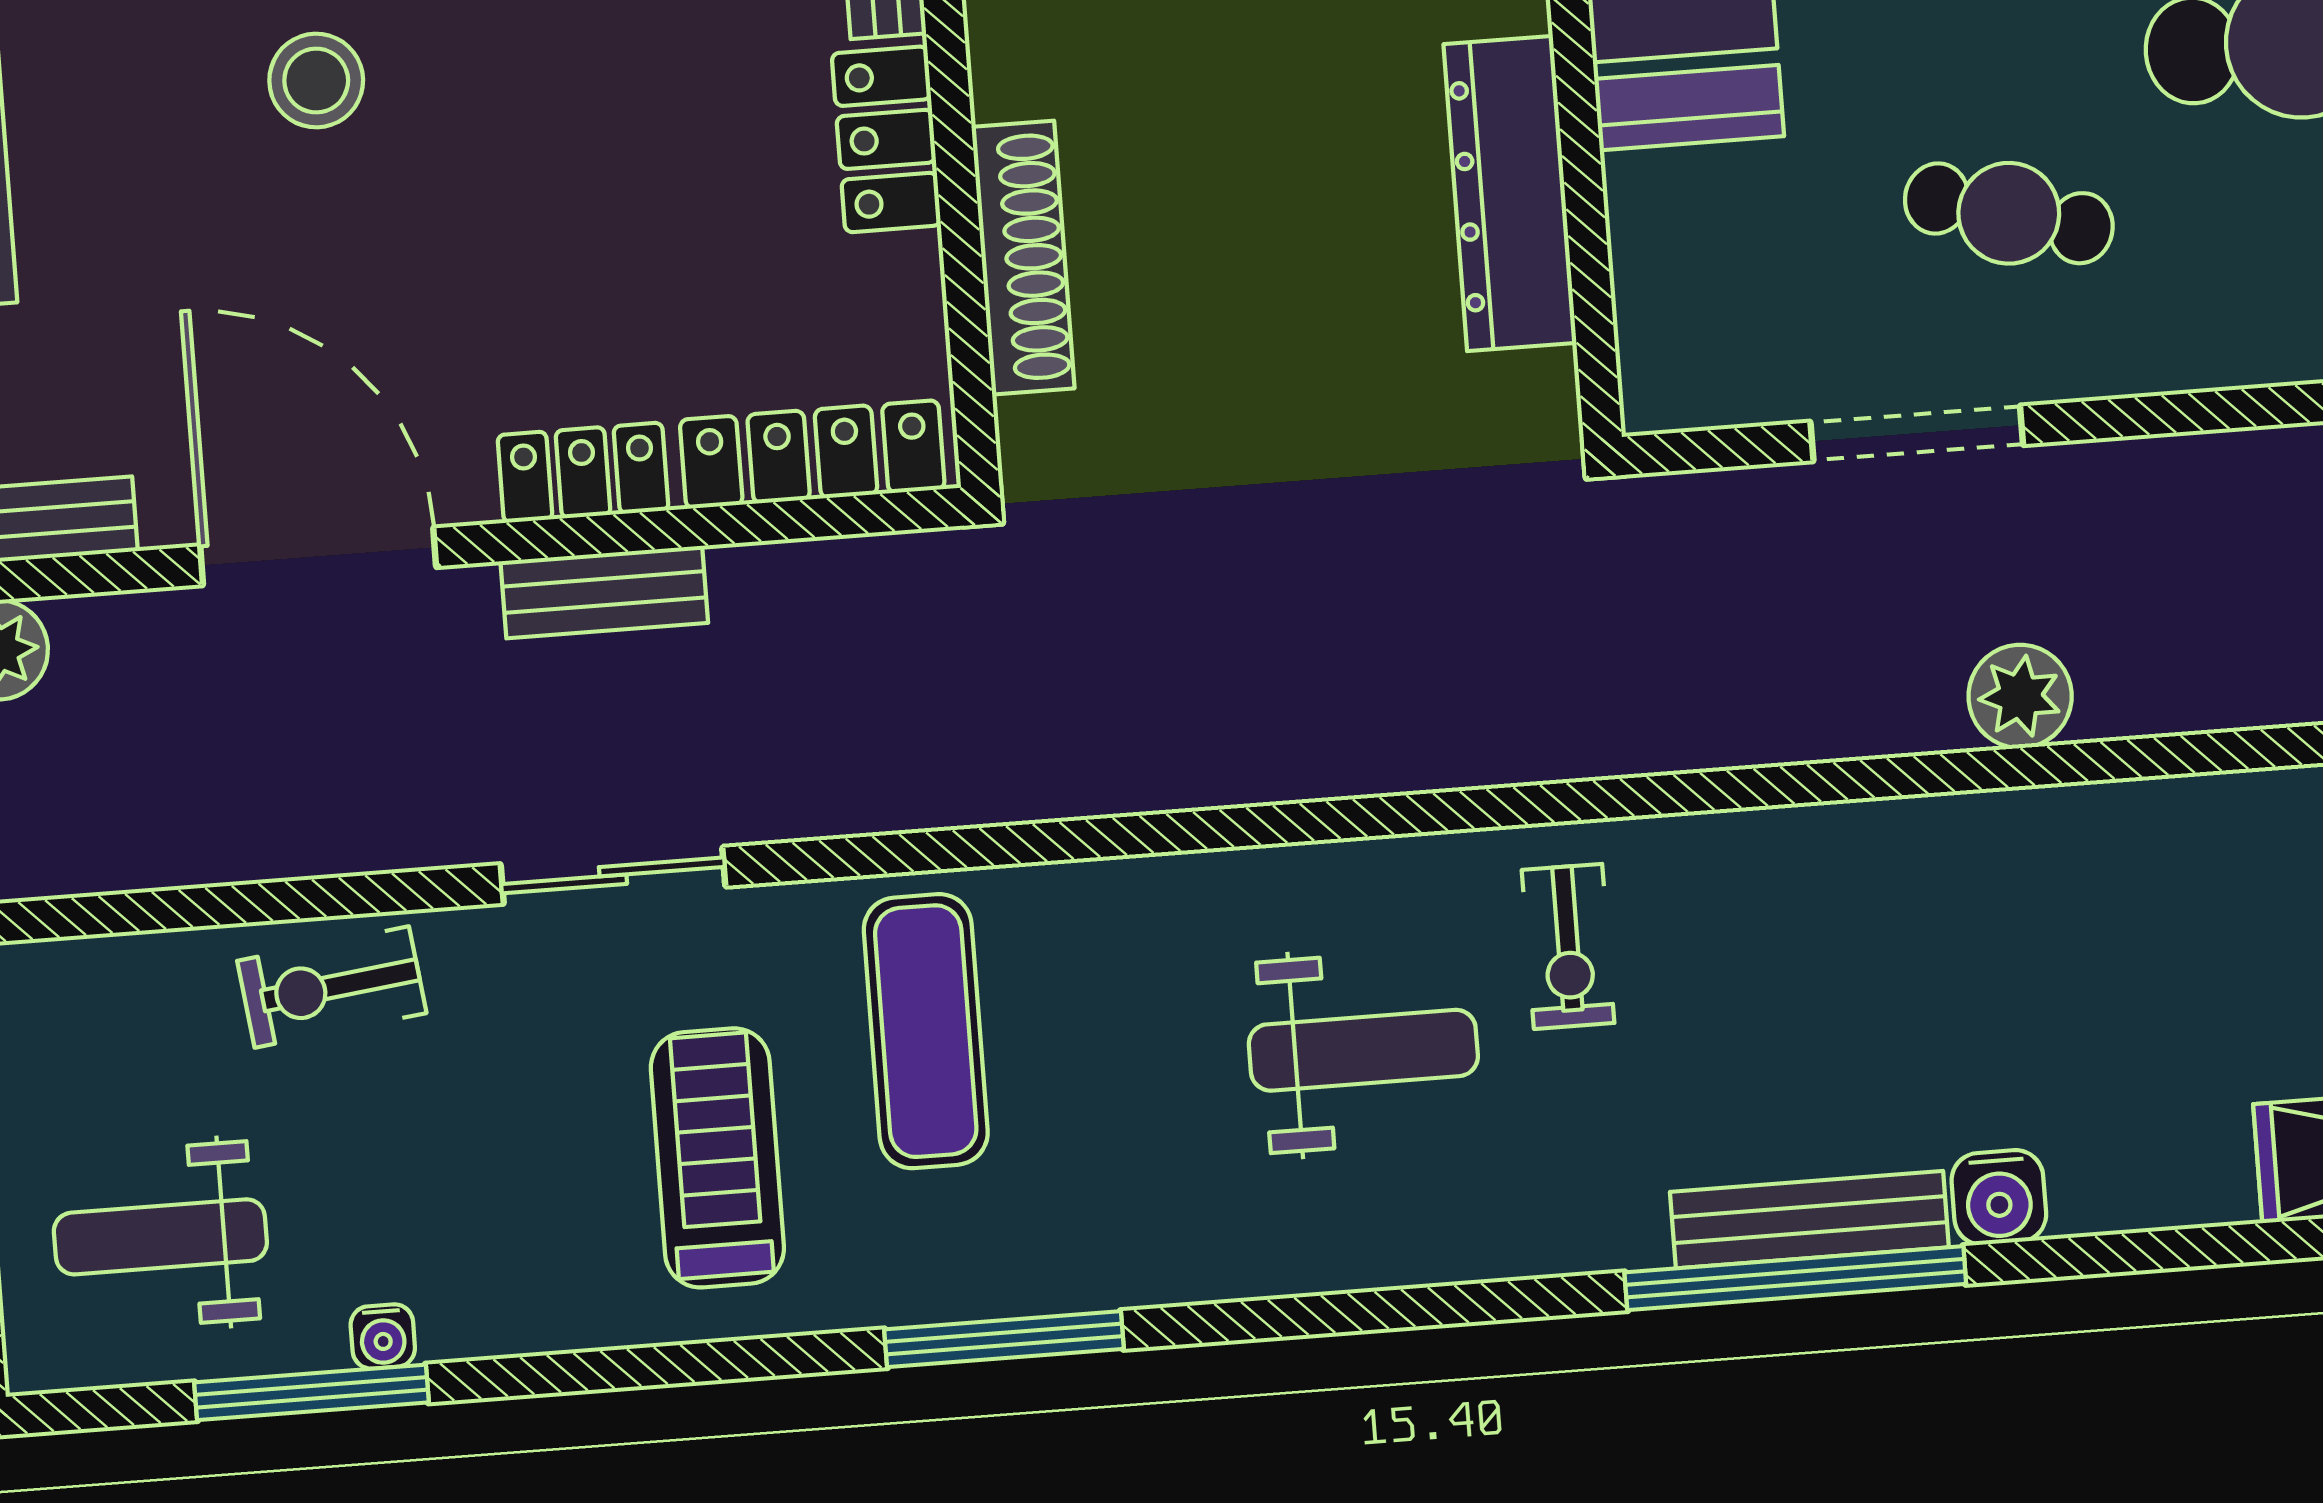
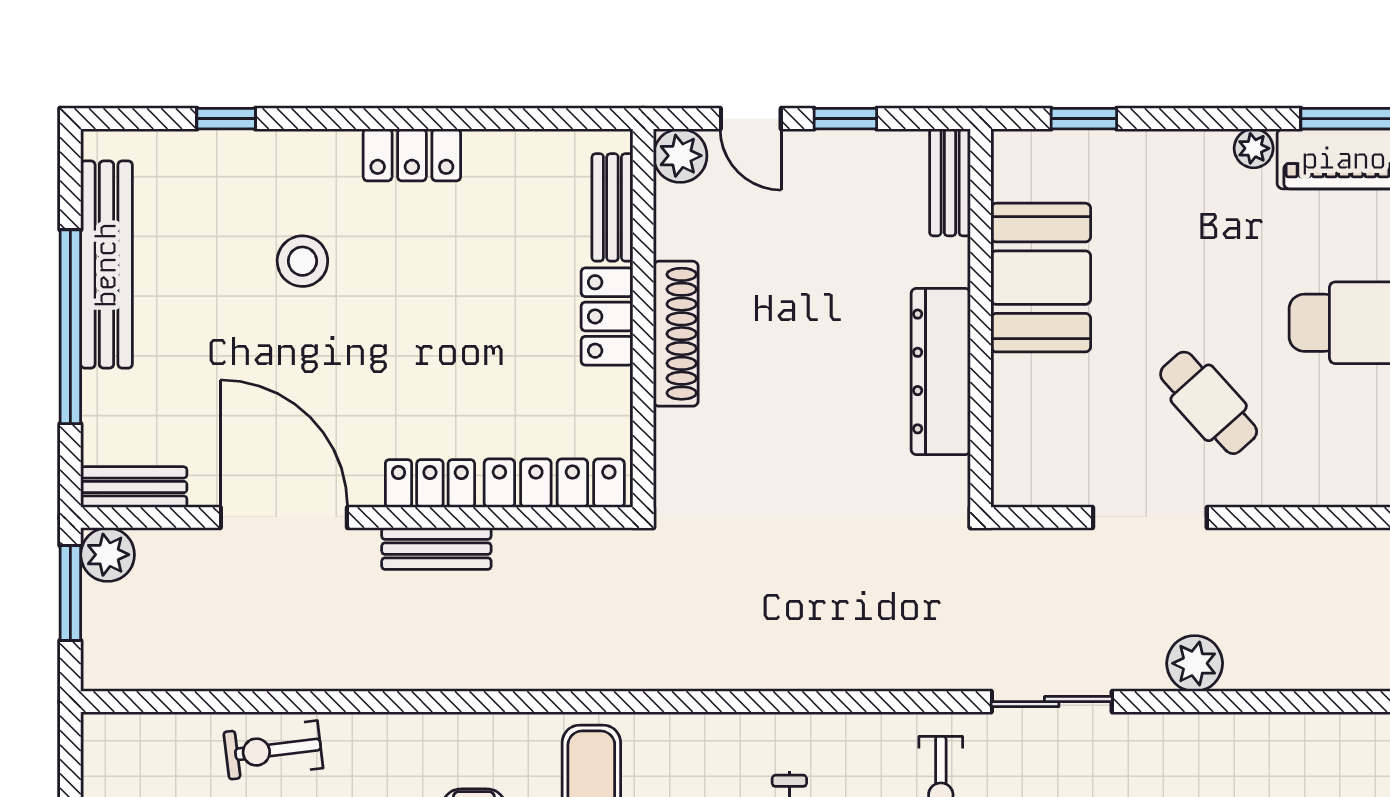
cafe table: (2009, 213) -> (1209, 403), turned 32
shoe rack: (1023, 258) -> (676, 334), moved
sliding door: (613, 875) -> (1052, 702), moved

